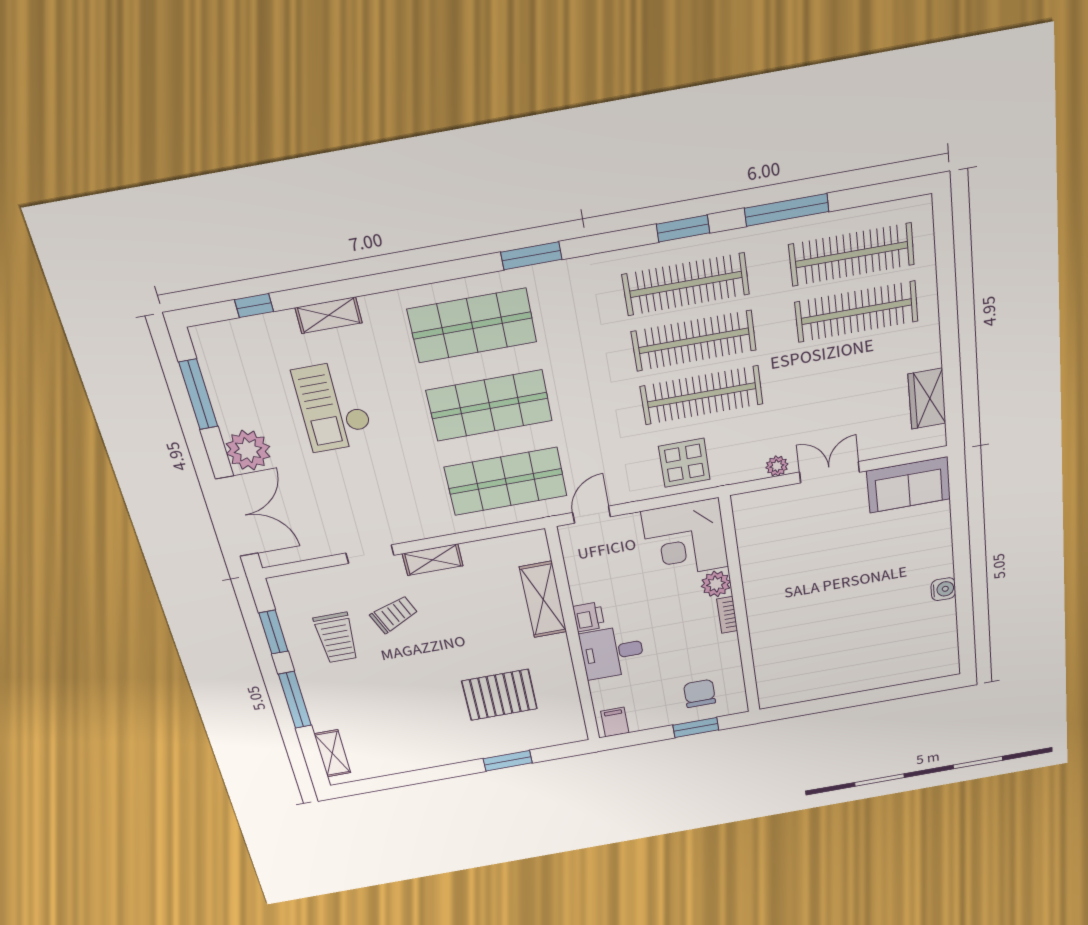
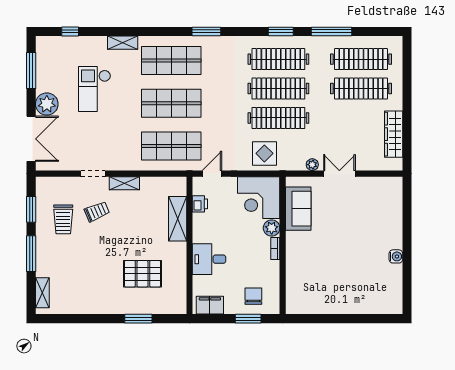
shelving: (329, 315) -> (123, 43), moved
wardrobe: (927, 399) -> (394, 134), width x1.50
sofa: (909, 485) -> (298, 209), moved, turned -90
printer: (589, 617) -> (200, 204), moved
filing cabinet: (615, 722) -> (210, 305), width x2.00

